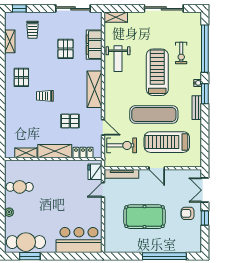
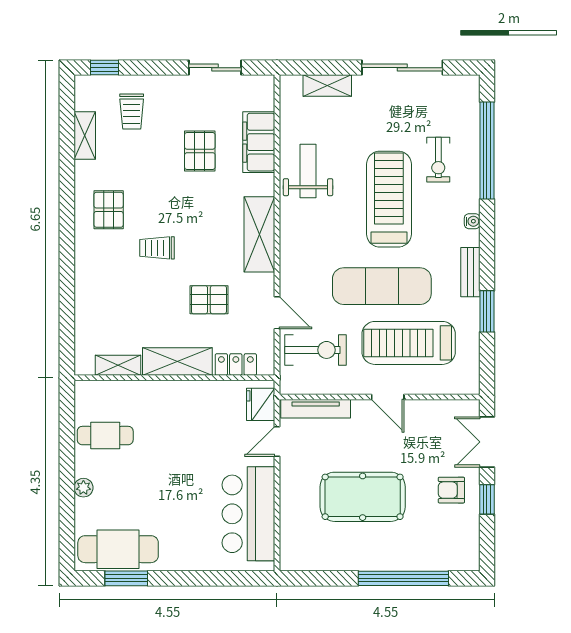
sliding door: (73, 8) -> (215, 68), width x0.73
shelving: (116, 17) -> (327, 86), moved
weight bench: (118, 59) -> (308, 171), turned 180
window: (205, 94) -> (487, 311), moved
bar counter: (79, 240) -> (248, 514), moved, turned -90

